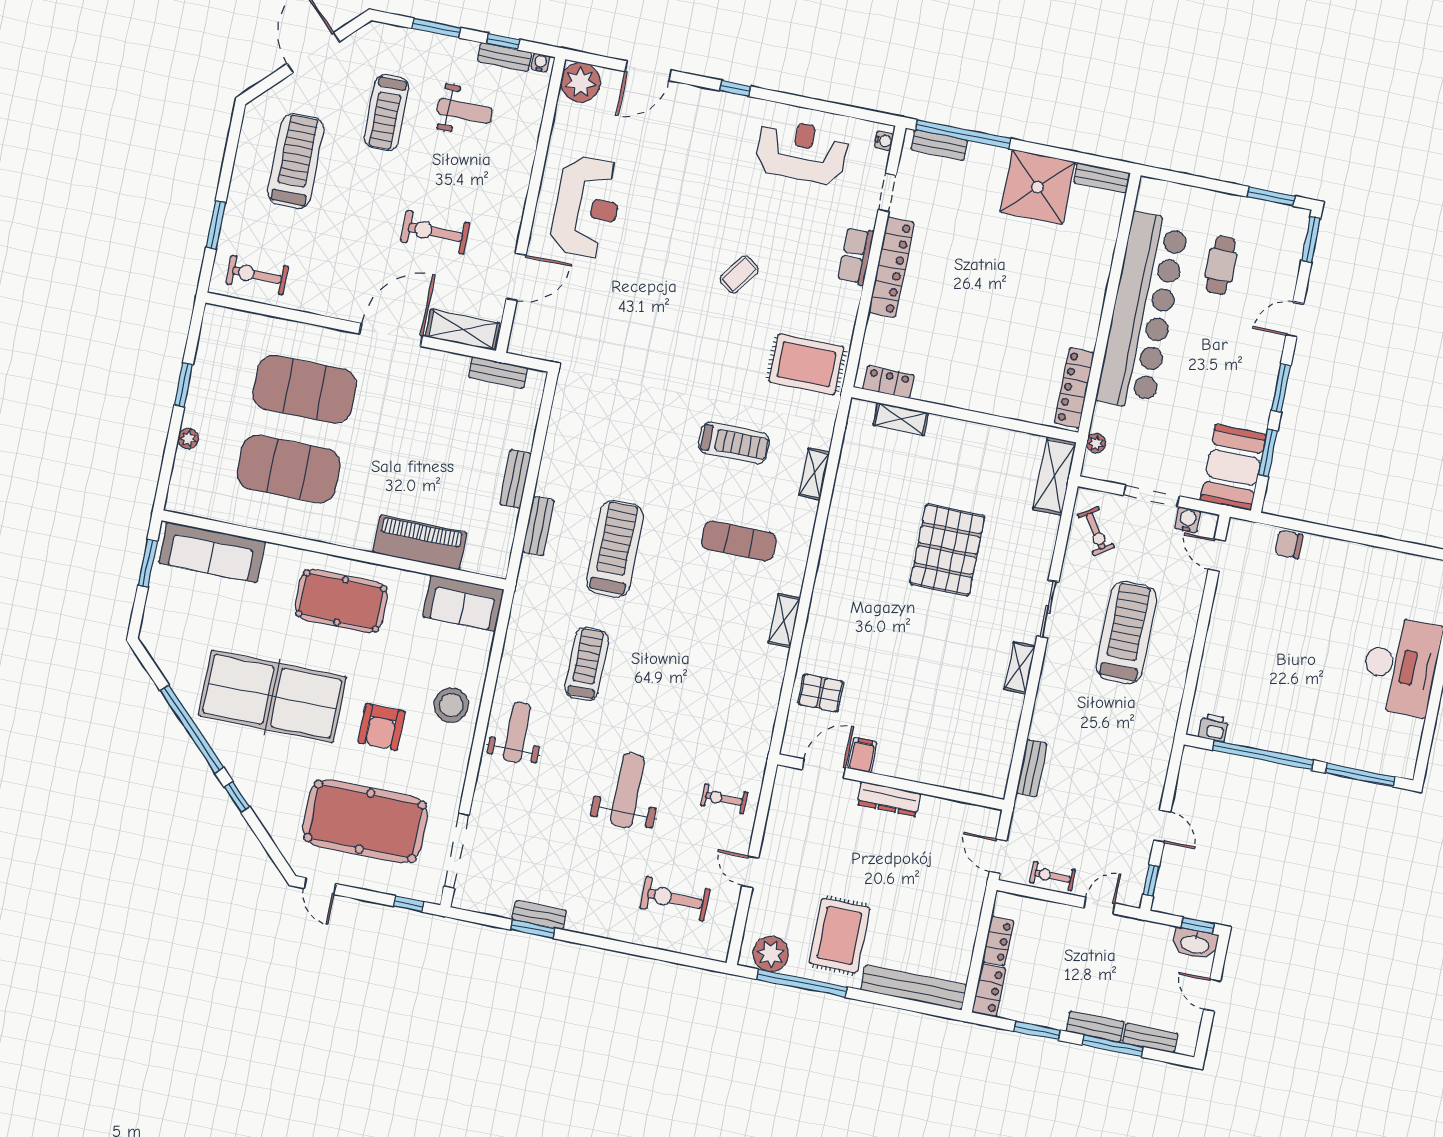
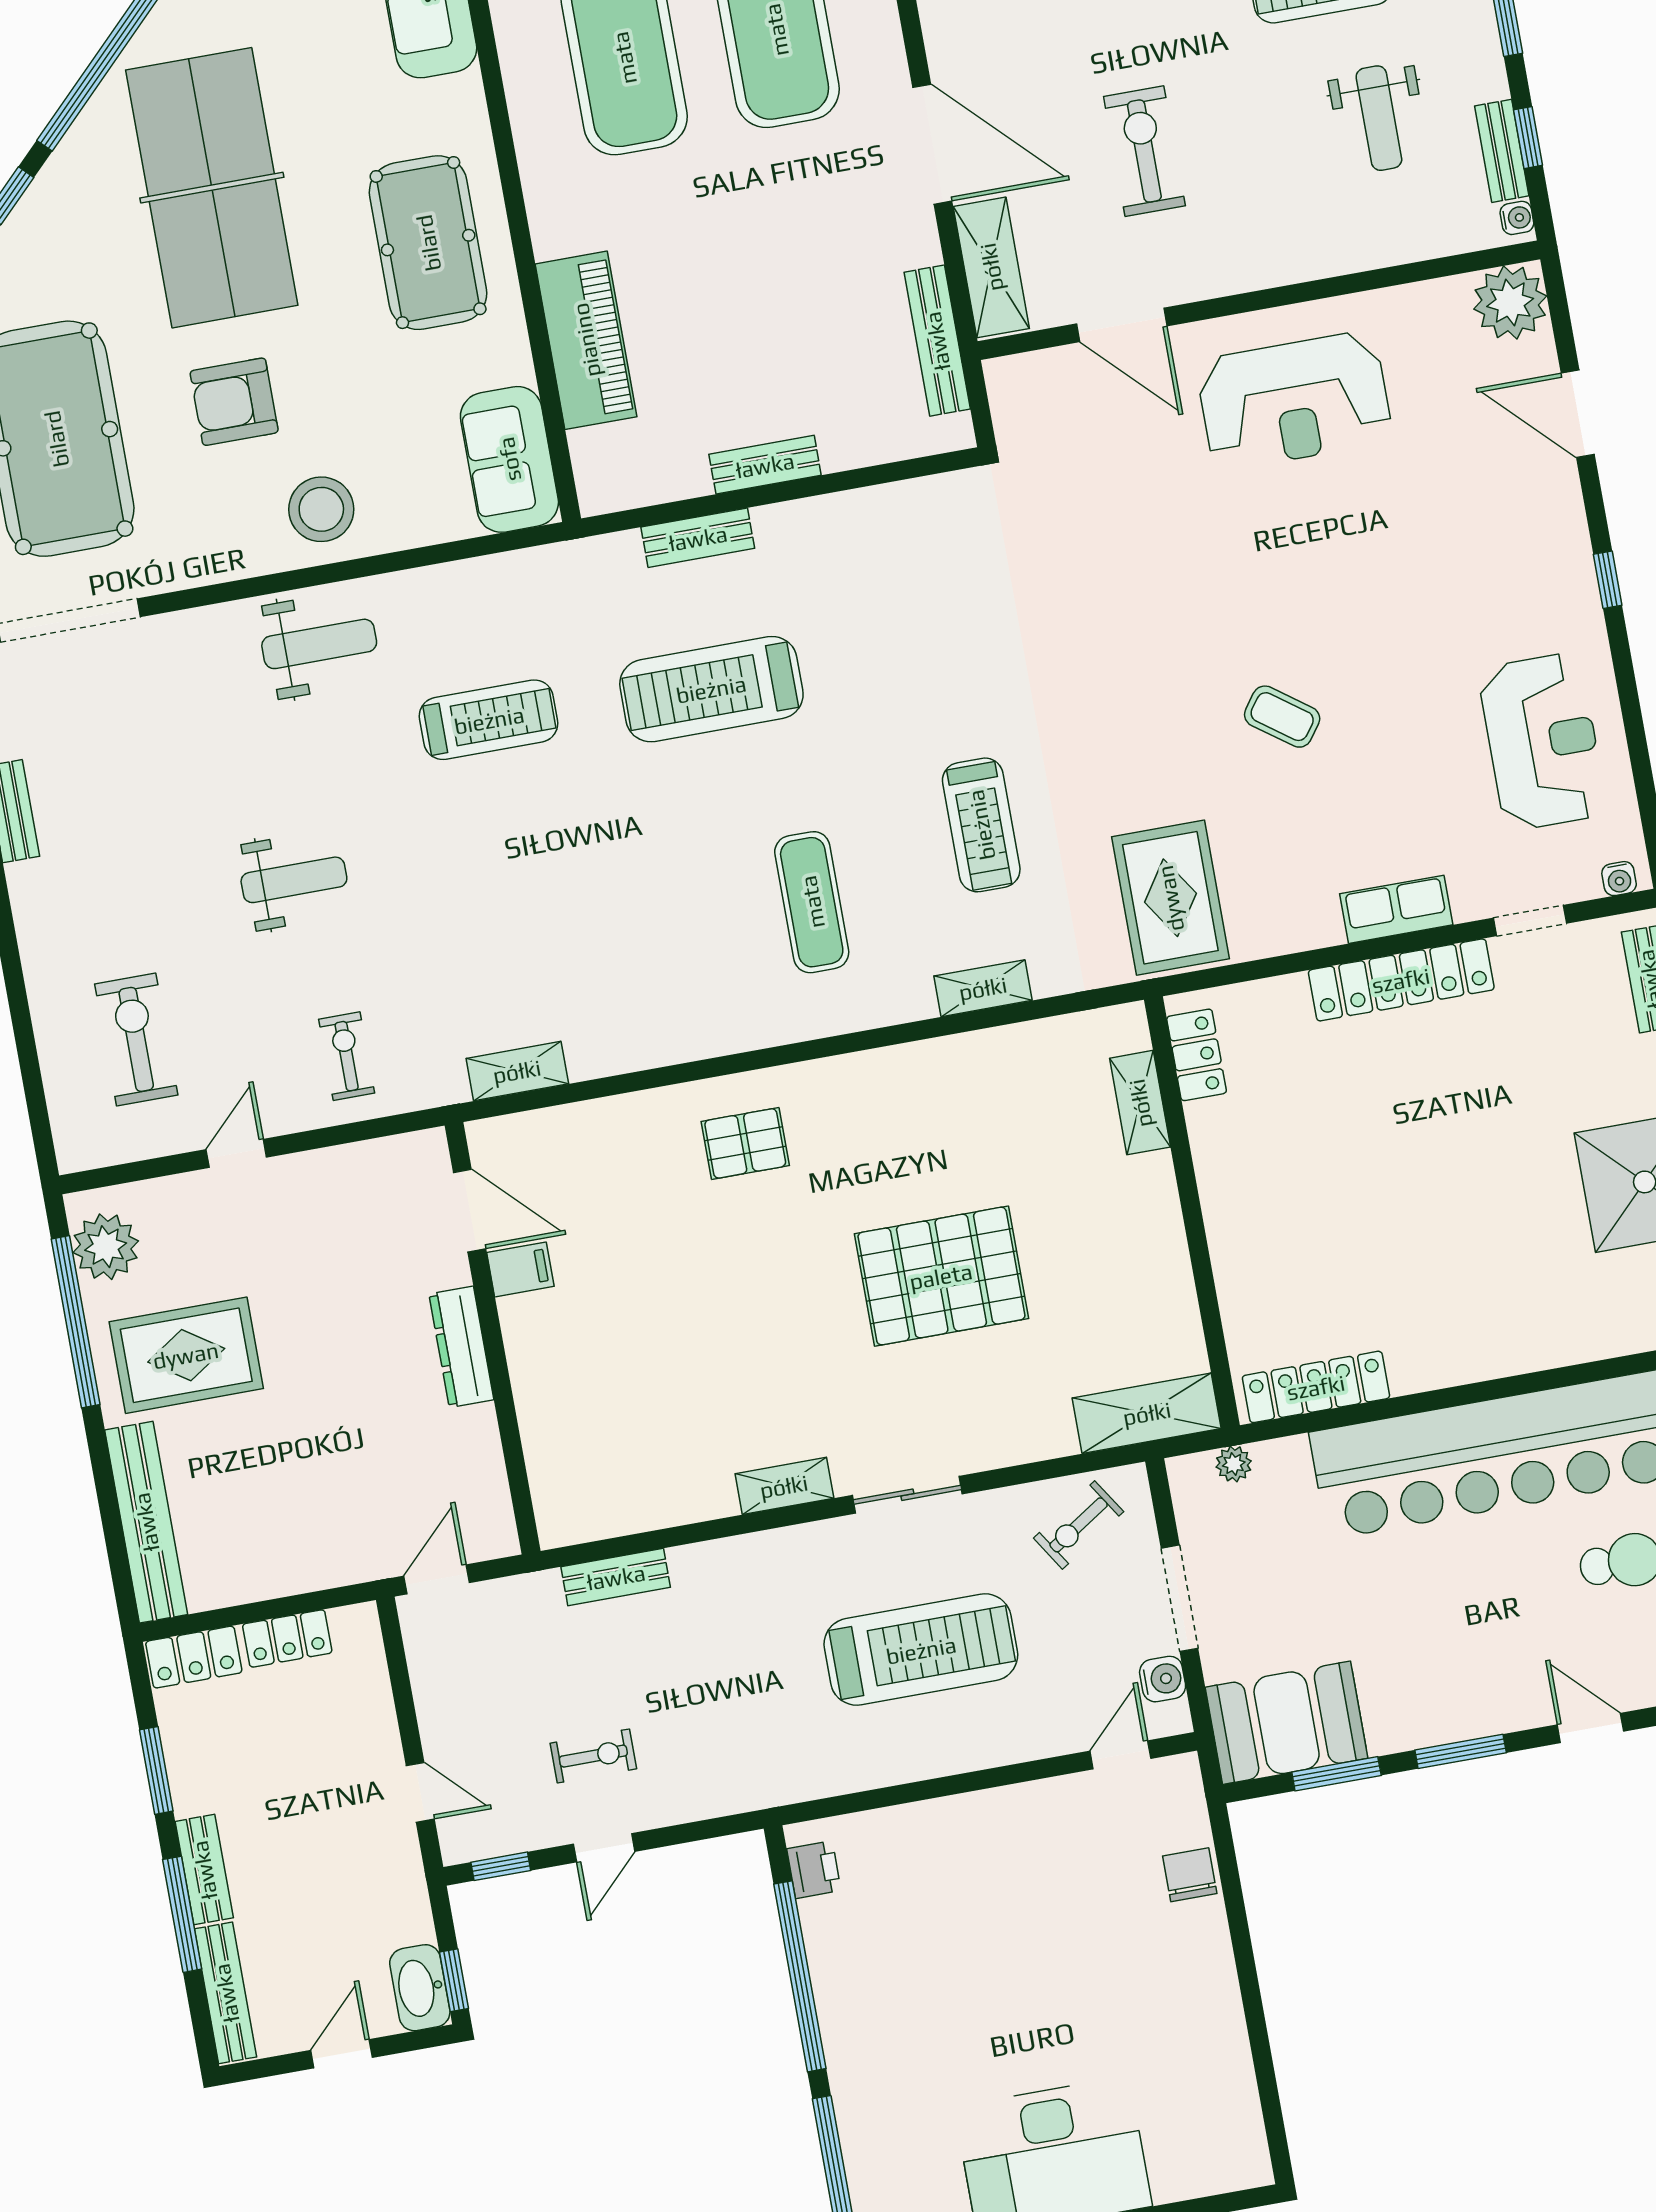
bench: (498, 373) -> (937, 341), width x1.36
treadmill: (615, 549) -> (711, 689), turned 180
shelving: (784, 620) -> (517, 1071), moved
pallet: (821, 693) -> (745, 1143), moved, turned 90
weight bench: (627, 790) -> (294, 880), width x0.73, depth x0.75
exercise bike: (1053, 876) -> (593, 1756), moved, turned 90
bench: (1150, 1038) -> (226, 1993), width x1.36

